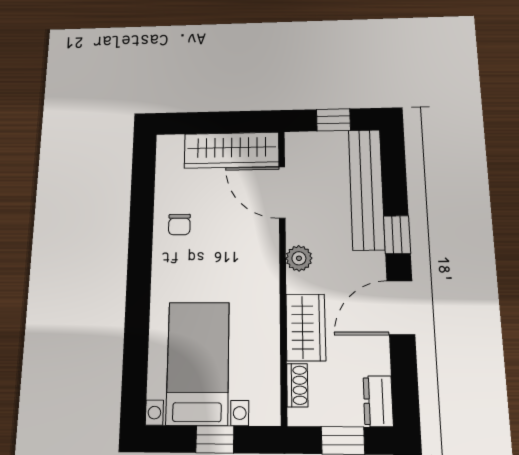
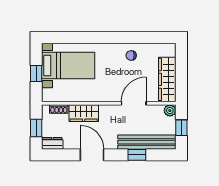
door: (282, 192) -> (134, 103), moved
window: (397, 235) -> (137, 155), moved
plant: (299, 258) -> (170, 111), moved

